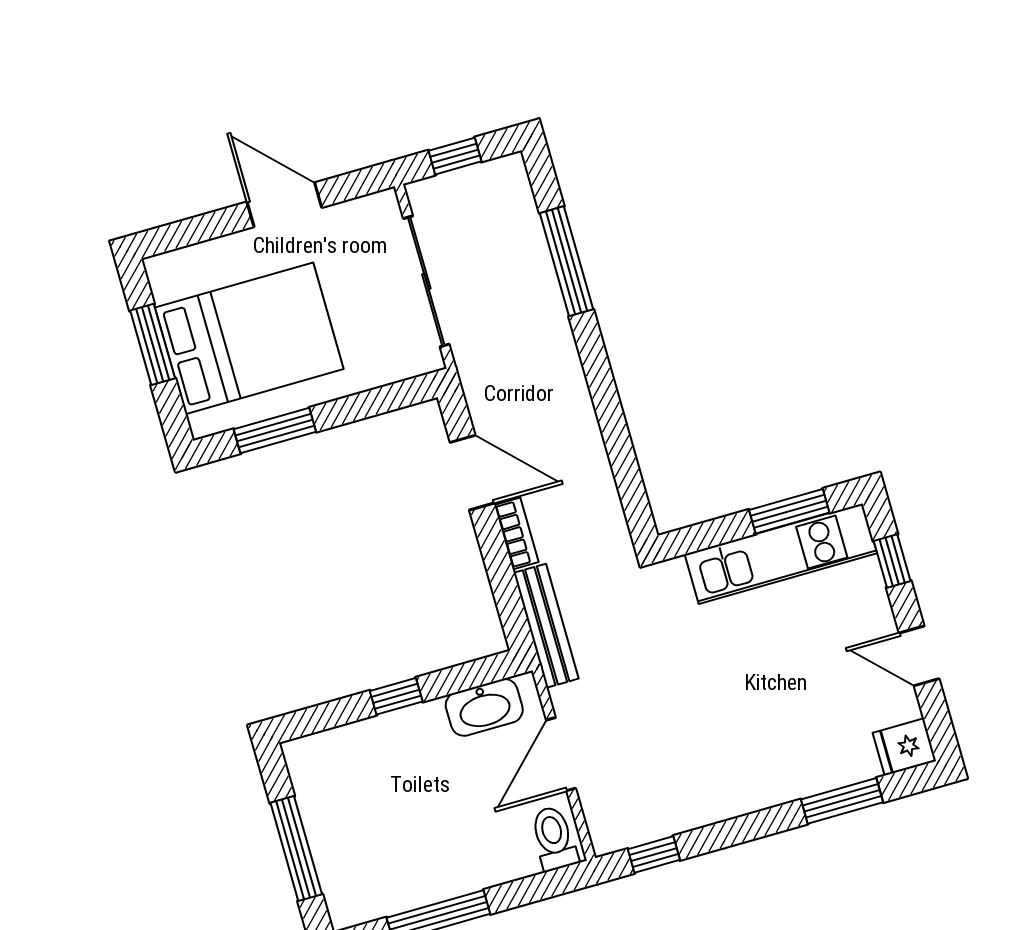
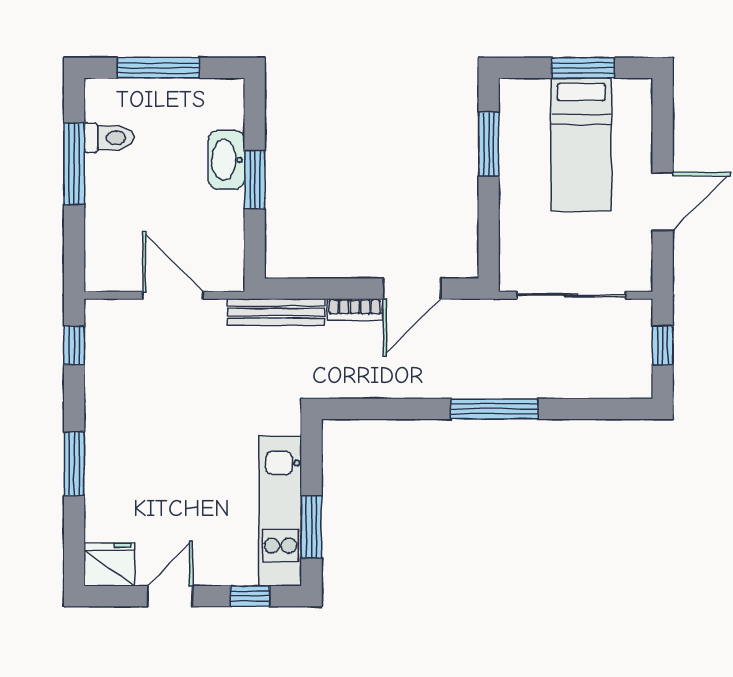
window: (566, 261) -> (494, 409), moved
bed: (249, 338) -> (581, 145), width x0.67
window: (396, 696) -> (255, 180), width x1.50
washbasin: (484, 707) -> (226, 160), moved
fridge: (904, 747) -> (109, 564), width x1.38
window: (842, 801) -> (74, 464), moved
toilet: (554, 838) -> (109, 138), moved

